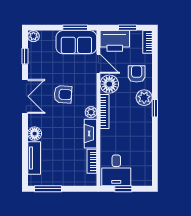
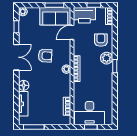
door: (98, 64) -> (72, 32), swing flipped
floor lamp: (109, 84) -> (80, 48), removed
fireplace: (91, 134) -> (66, 85), removed
desk: (116, 170) -> (90, 113), width x1.37

